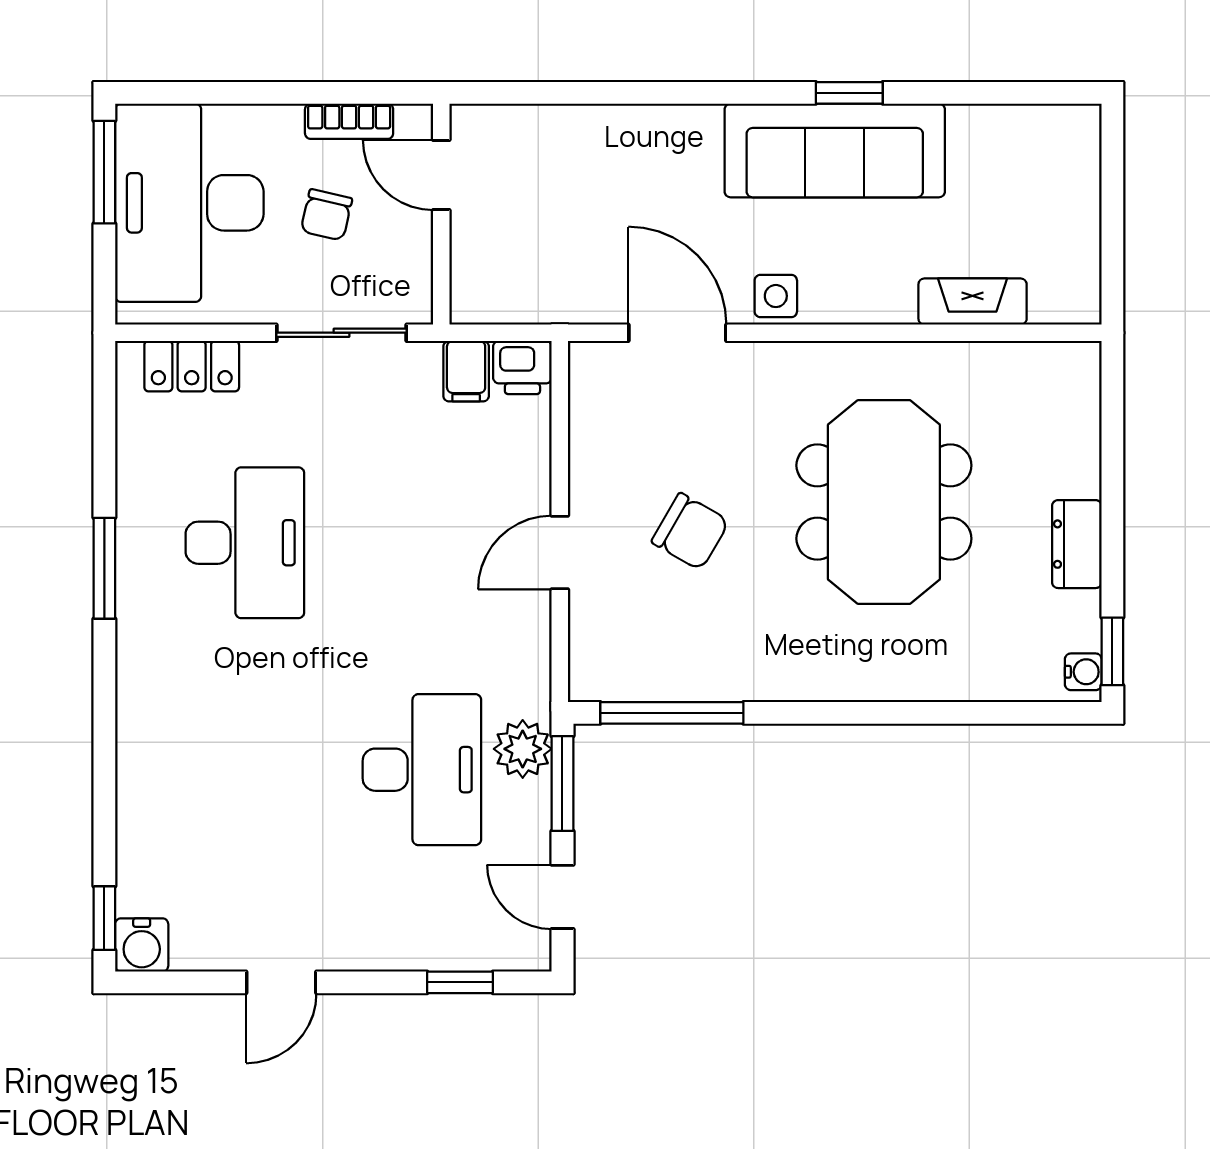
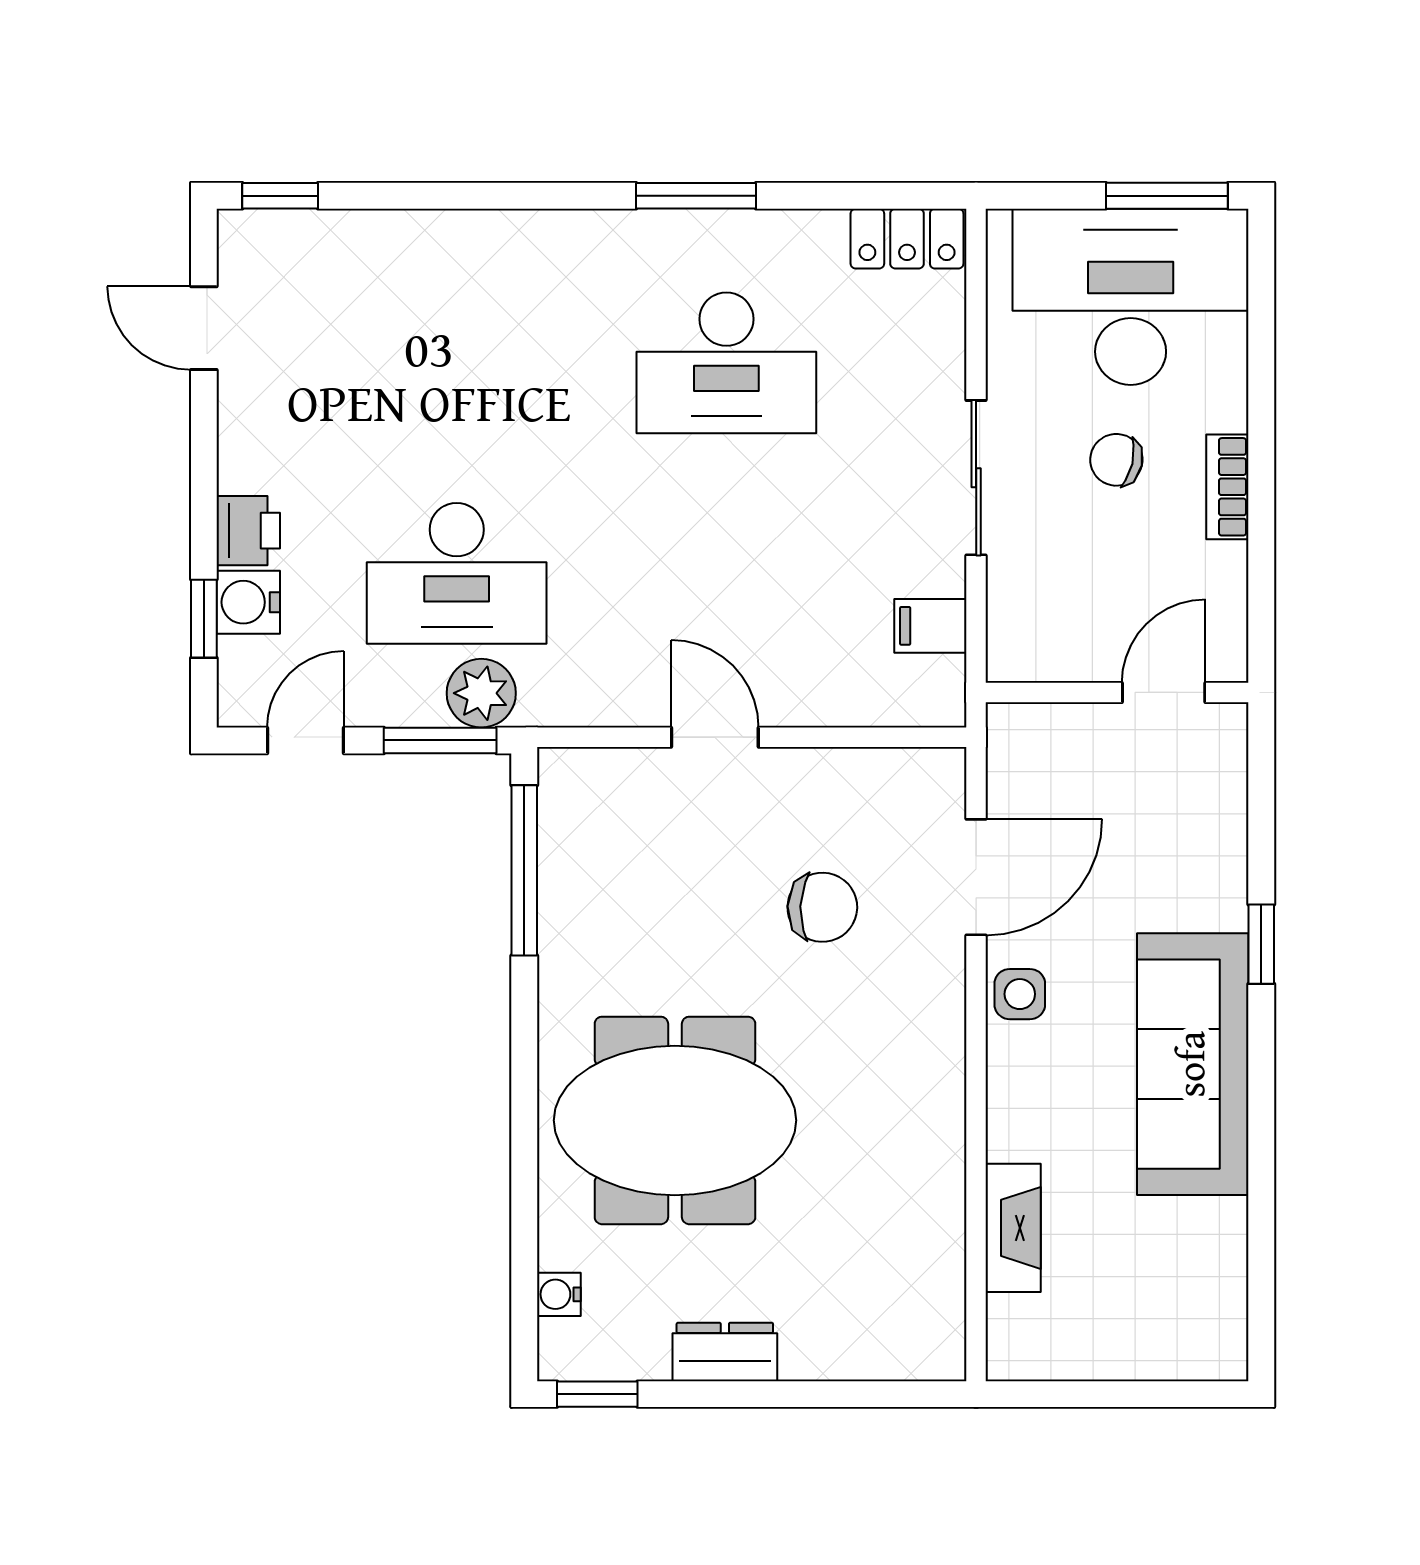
window: (849, 93) -> (1261, 944), moved
door: (441, 175) -> (1164, 692), moved
wall: (441, 214) -> (1117, 692), moved
locker: (192, 366) -> (907, 239), moved, turned -90
printer: (522, 367) -> (248, 531), moved, turned 180
meeting table: (884, 502) -> (675, 1120), moved
chair: (690, 532) -> (822, 907), moved, turned -118
water cooler: (1083, 672) -> (559, 1294), moved, turned 90
water cooler: (142, 945) -> (248, 602), moved
door: (281, 982) -> (204, 328), moved

